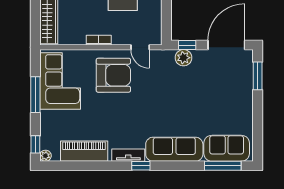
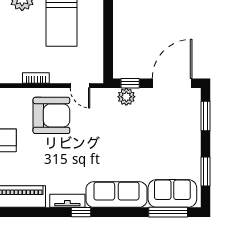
window: (258, 128) -> (205, 172), added

